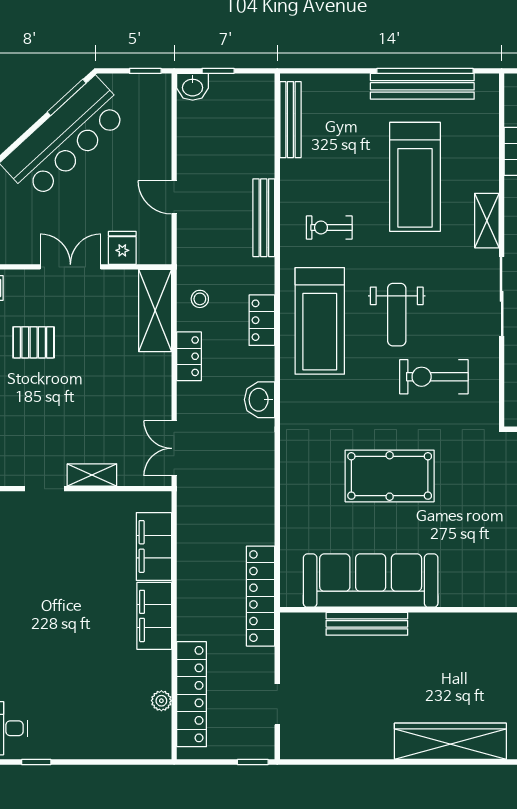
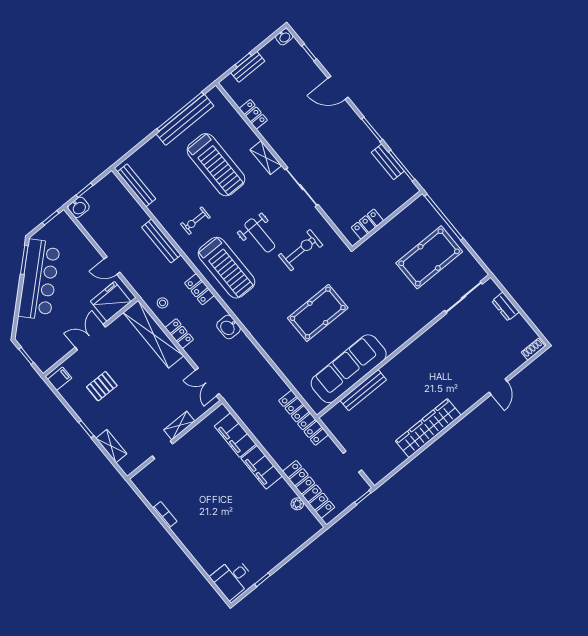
fridge: (122, 248) -> (111, 301), width x1.88, depth x1.34
shelving: (155, 311) -> (153, 334), width x1.47
exercise bike: (434, 377) -> (301, 250), turned 180
wardrobe: (450, 741) -> (428, 428), moved

